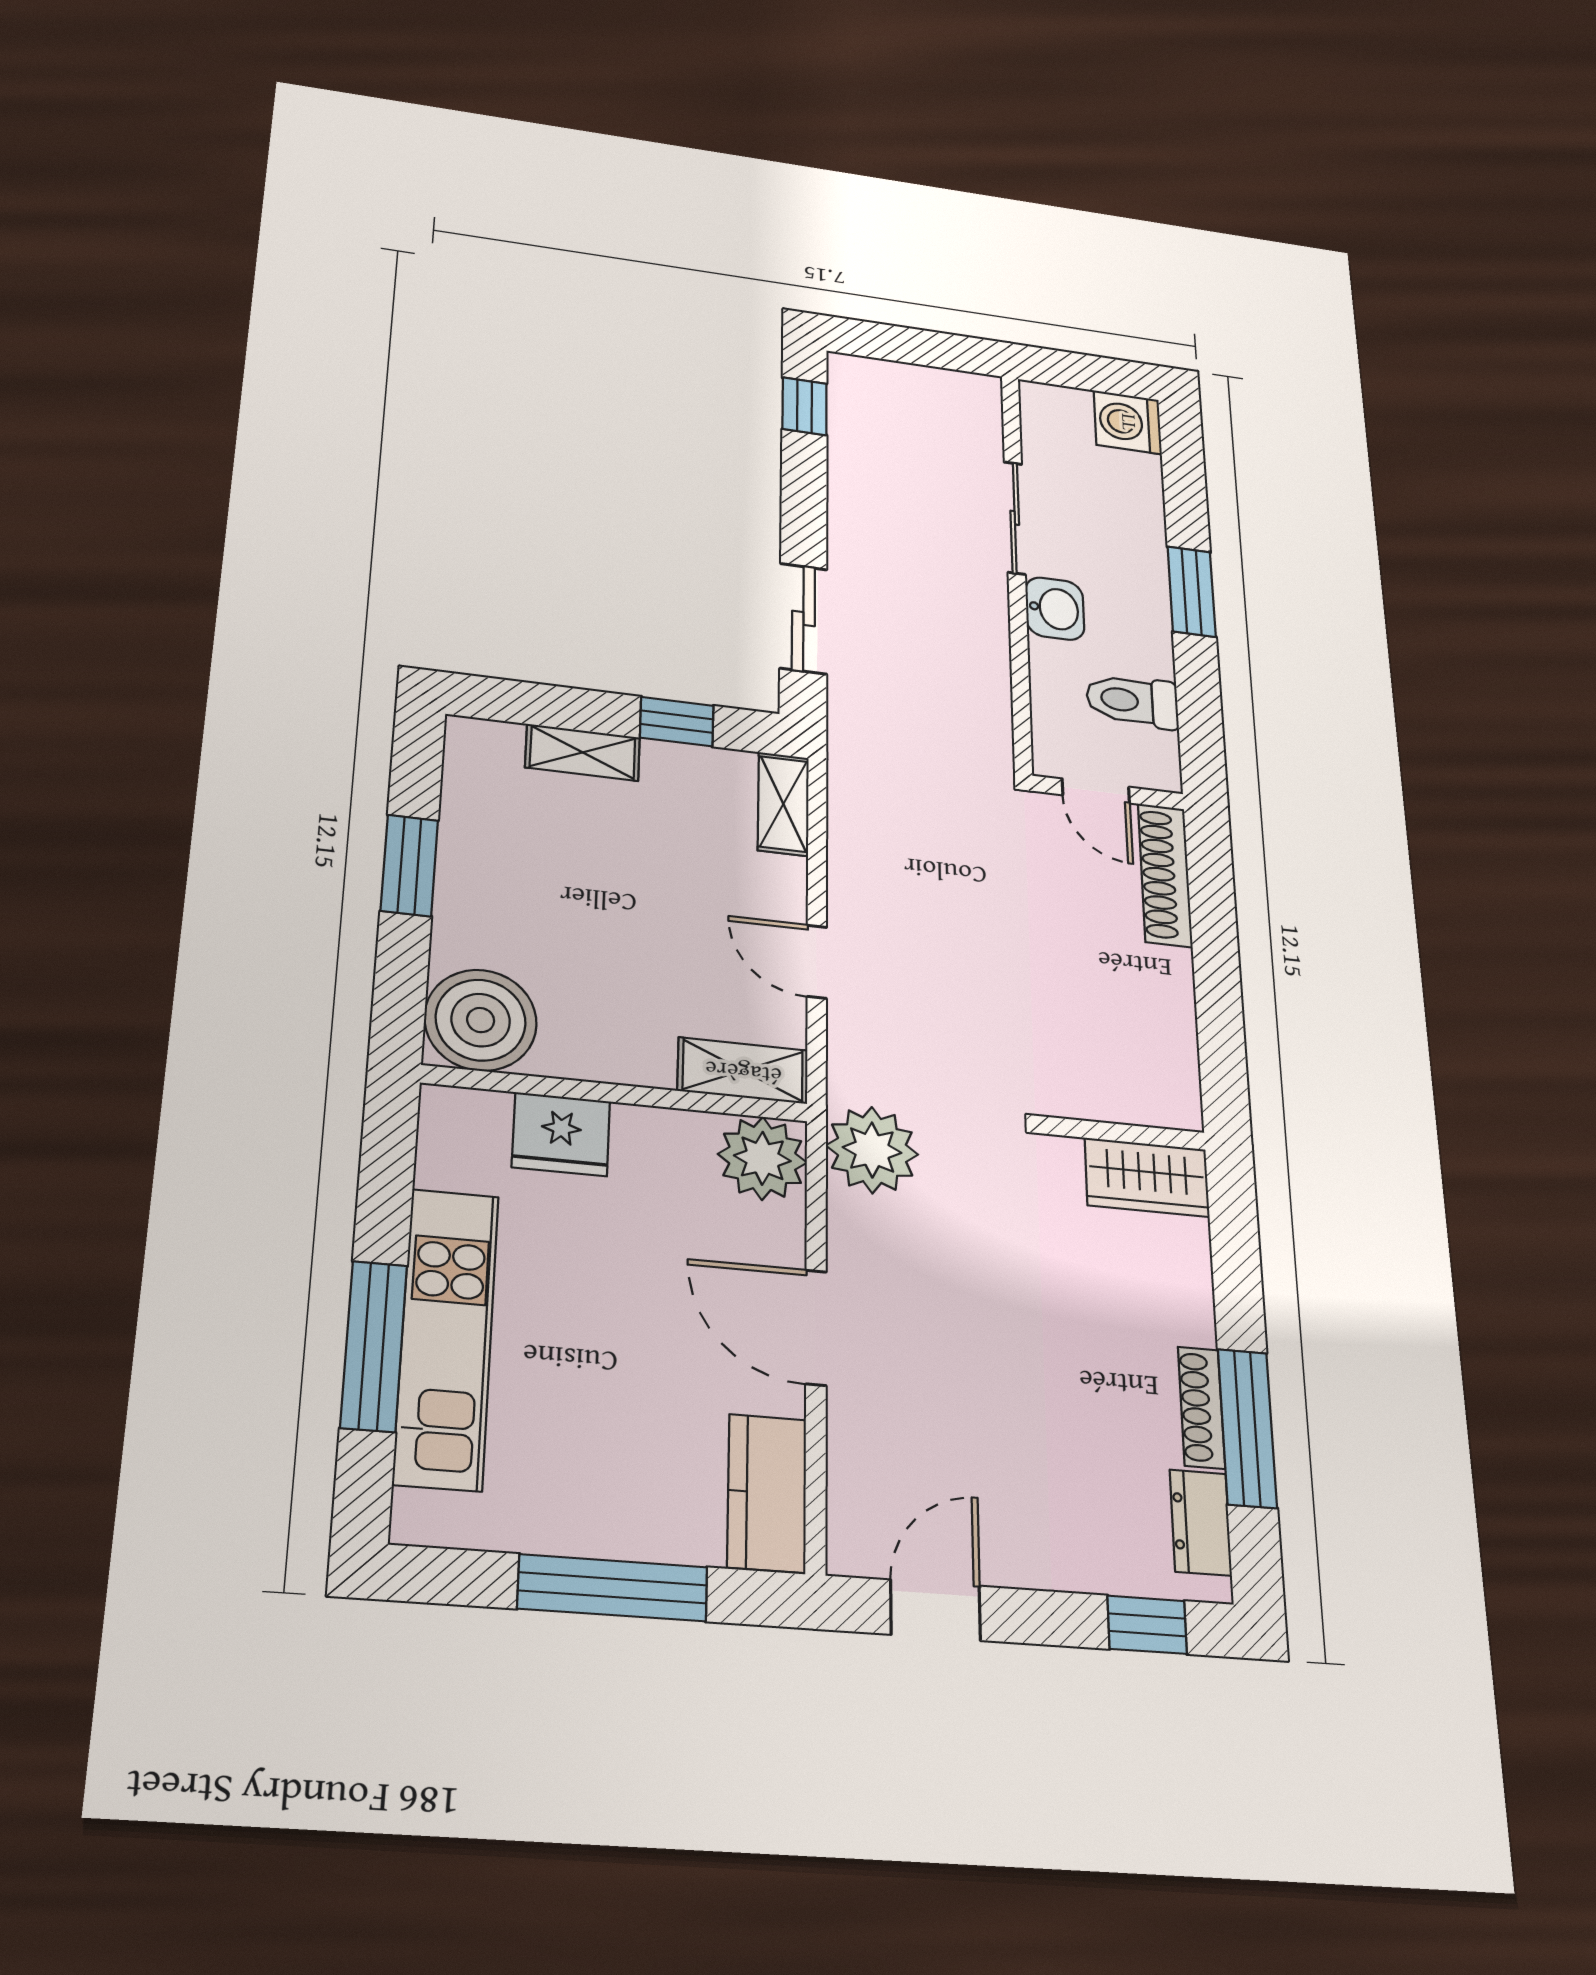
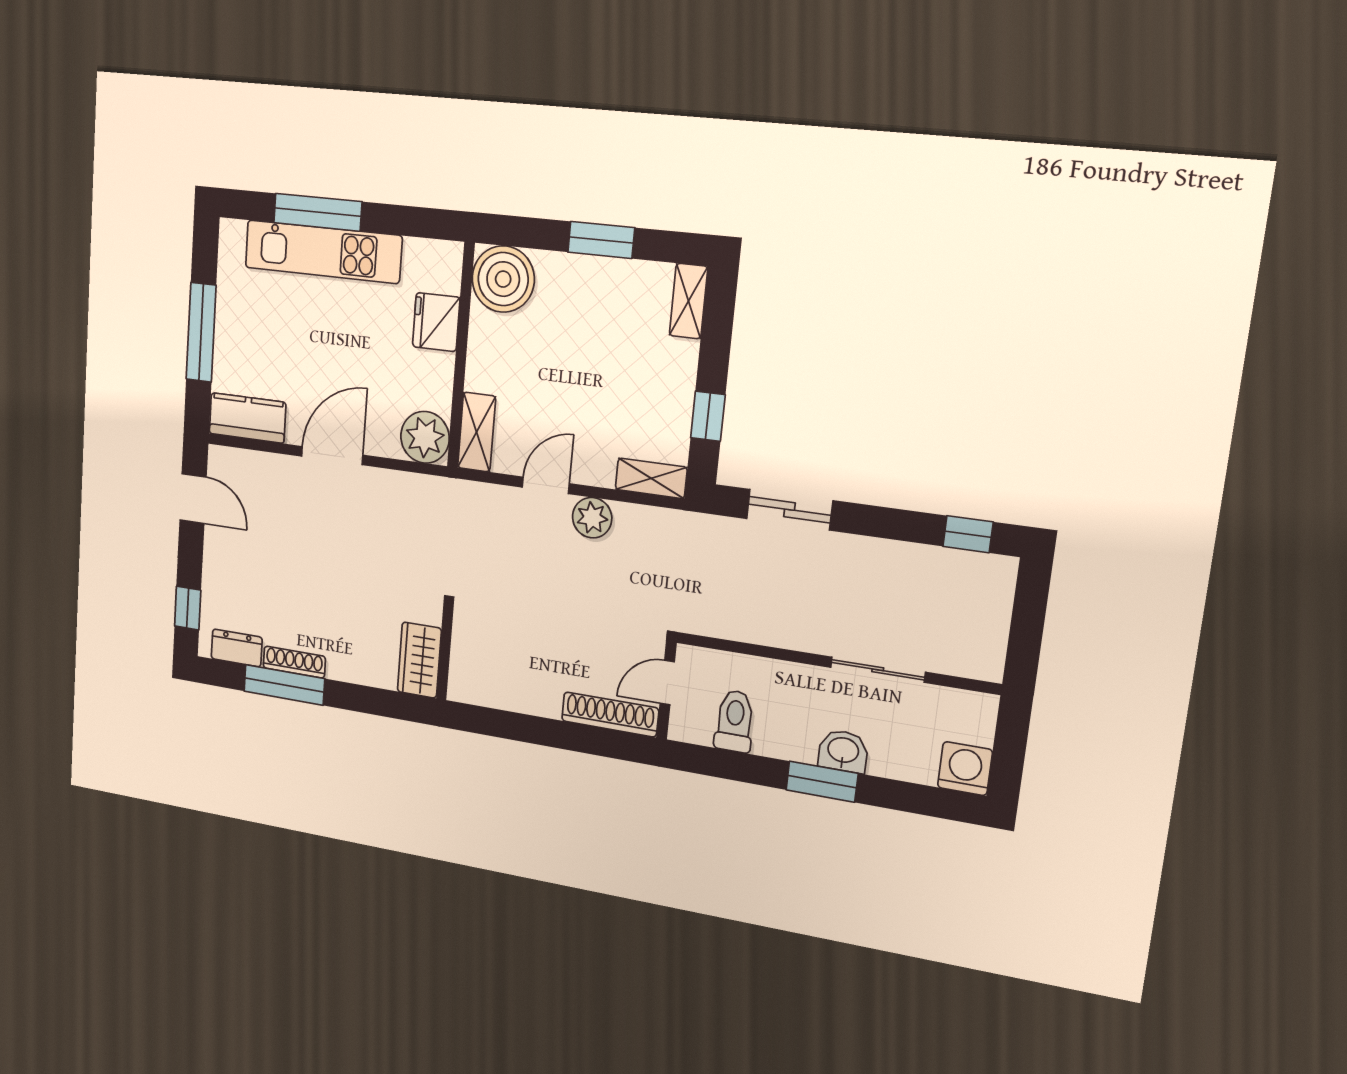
washbasin: (1055, 609) -> (843, 751), moved, turned 180
shelving: (583, 752) -> (689, 301), moved
plant: (872, 1150) -> (592, 518), moved, width x0.73, depth x0.73

